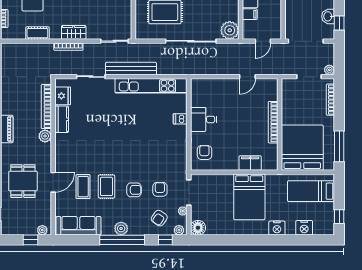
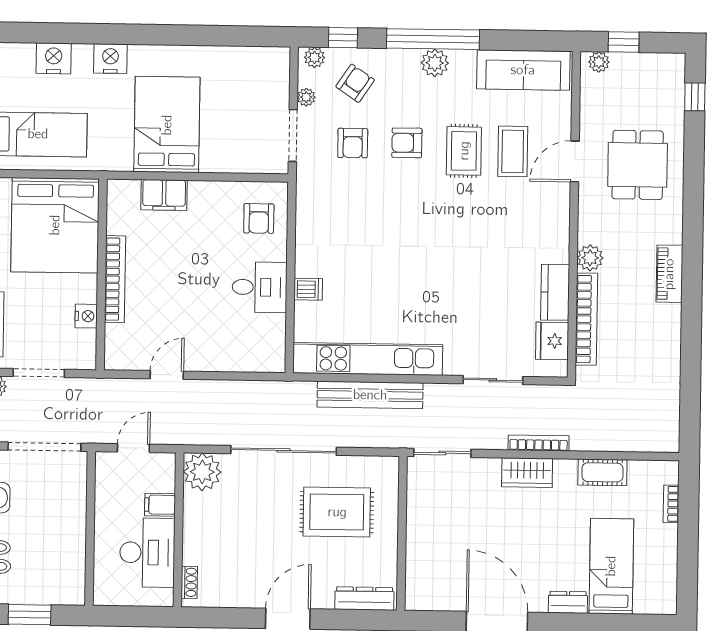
bench: (131, 69) -> (370, 395), moved
nightstand: (287, 104) -> (86, 316), added
floor lamp: (198, 228) -> (275, 62), removed

